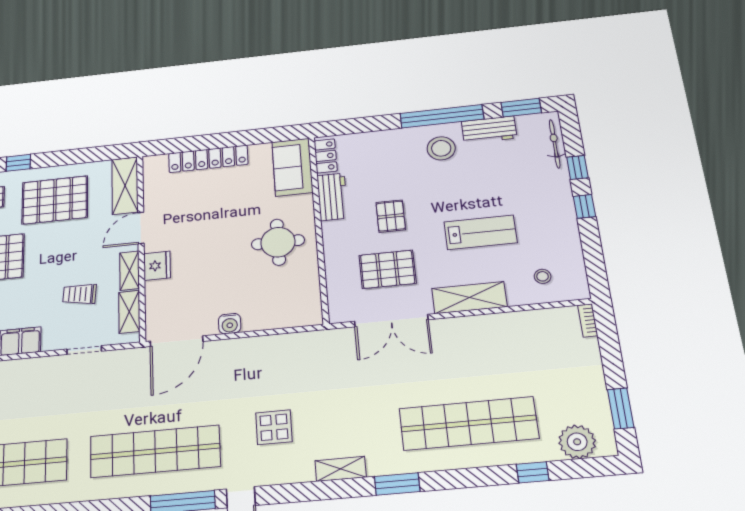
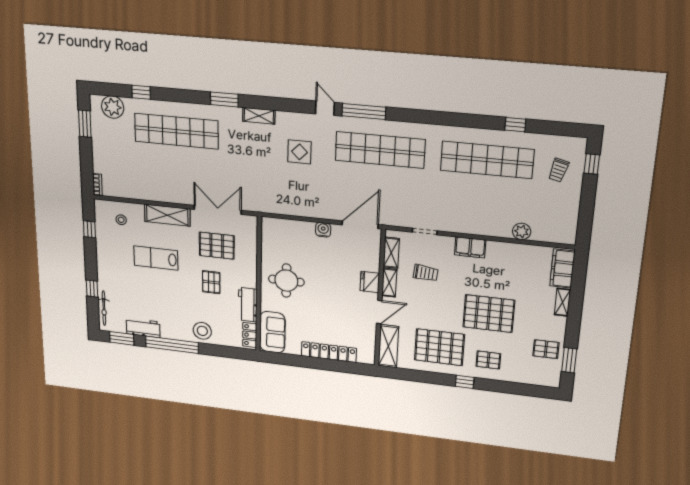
stool: (441, 148) -> (202, 331), moved
window: (584, 206) -> (89, 229), moved

